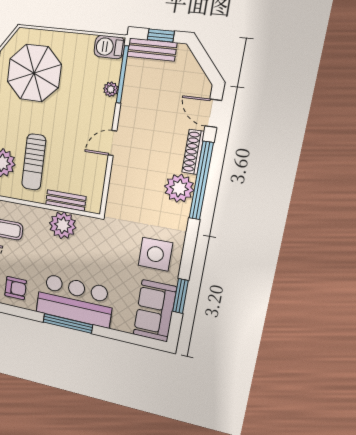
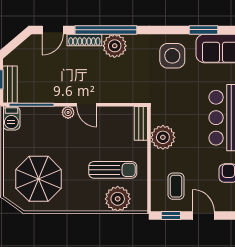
plant: (111, 89) -> (68, 112), moved
bench: (66, 200) -> (141, 123), moved

